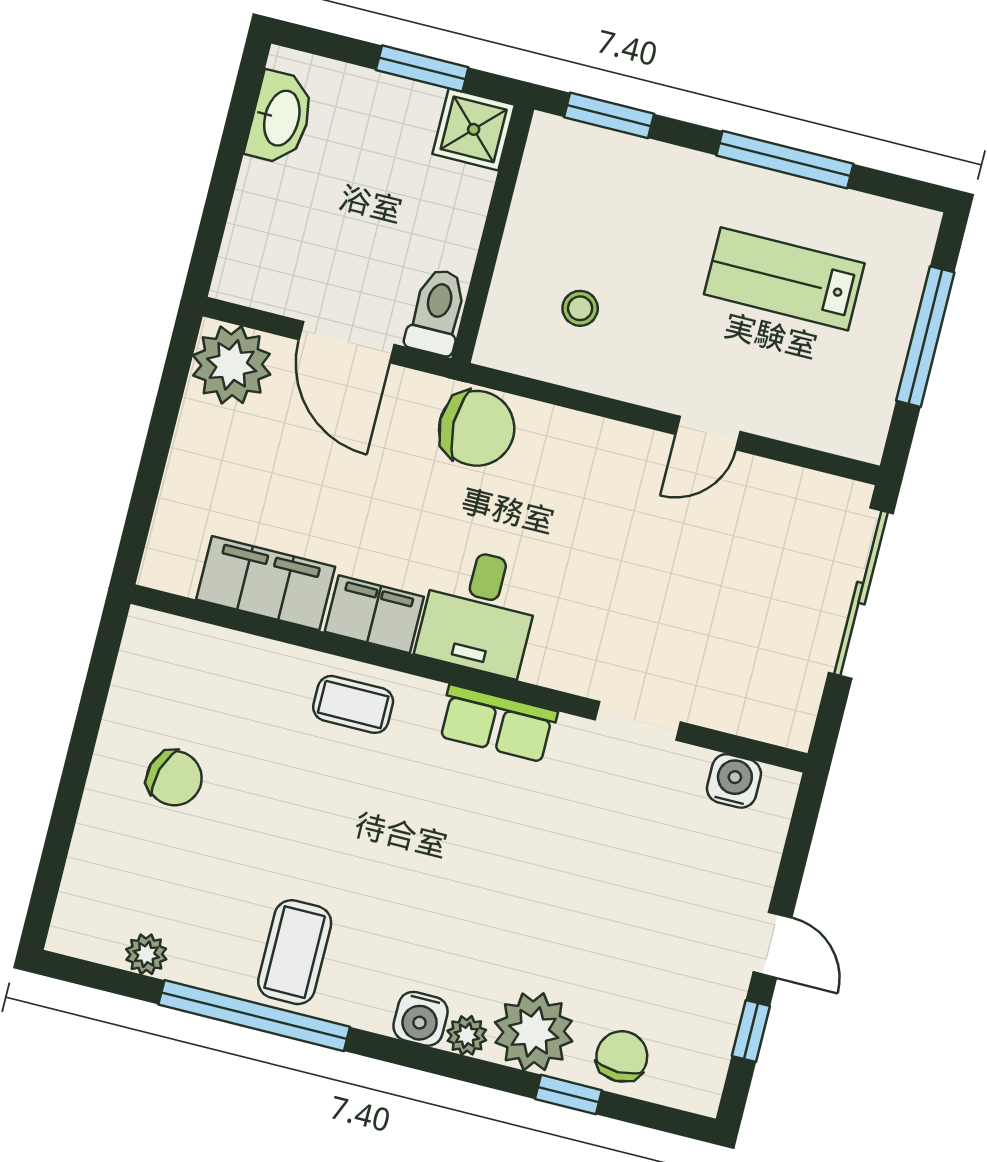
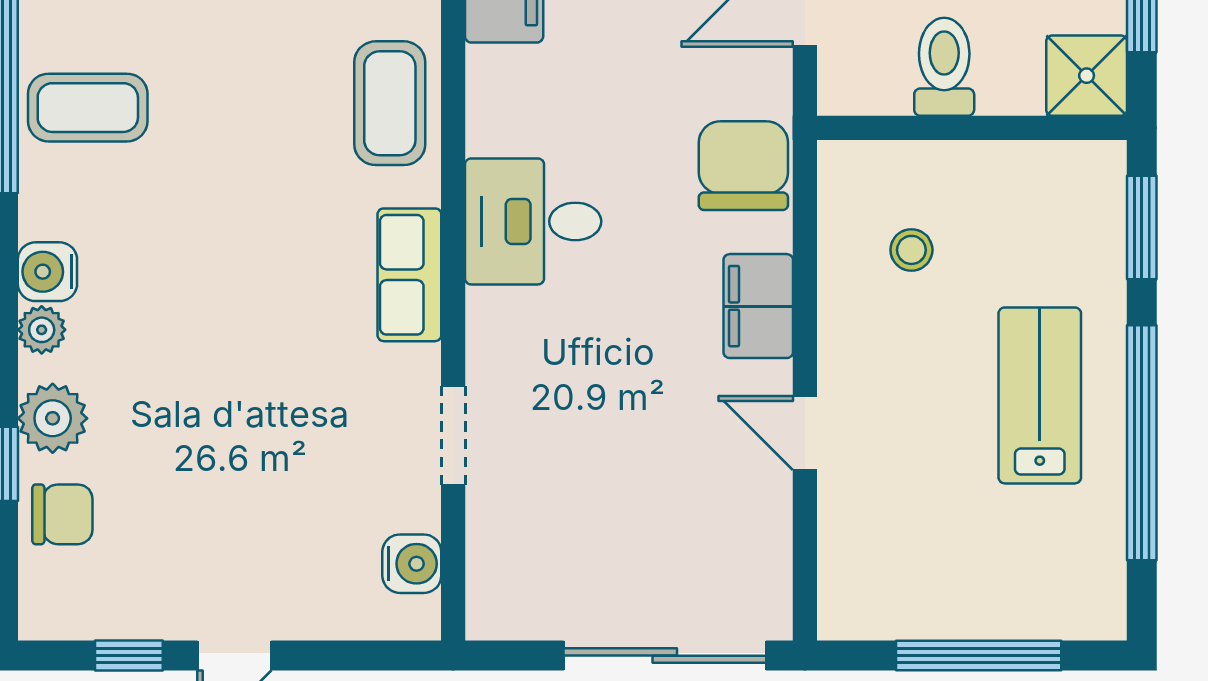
window: (785, 160) -> (1142, 443), width x1.46
lab bench: (784, 279) -> (1040, 395), moved
toilet: (437, 312) -> (944, 67), moved, turned -90
chair: (477, 428) -> (743, 166), turned 180
filing cabinet: (374, 614) -> (758, 306), moved, turned 180
coffee table: (353, 704) -> (390, 103), width x1.36, depth x1.30
plant: (534, 1032) -> (53, 418), width x0.73, depth x0.73

